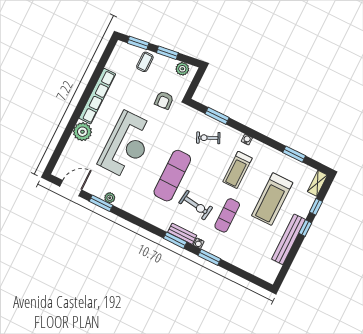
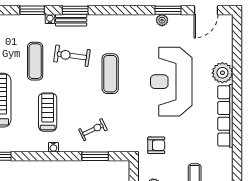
armchair: (164, 100) -> (156, 145), turned 94
exercise mat: (172, 176) -> (110, 74), width x0.73, depth x0.69

